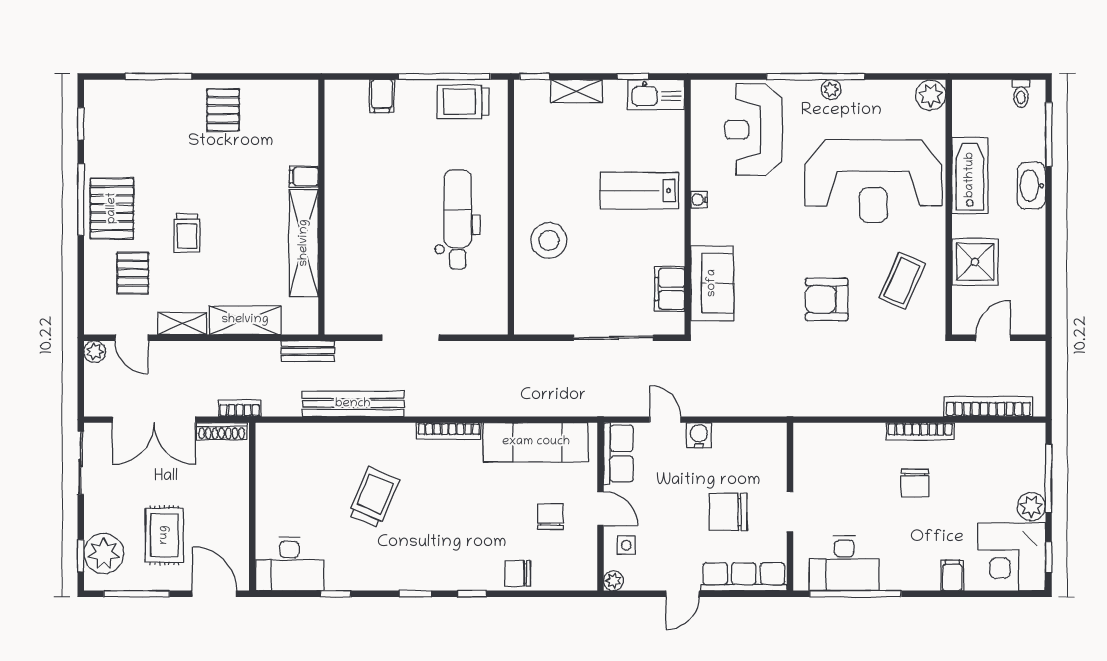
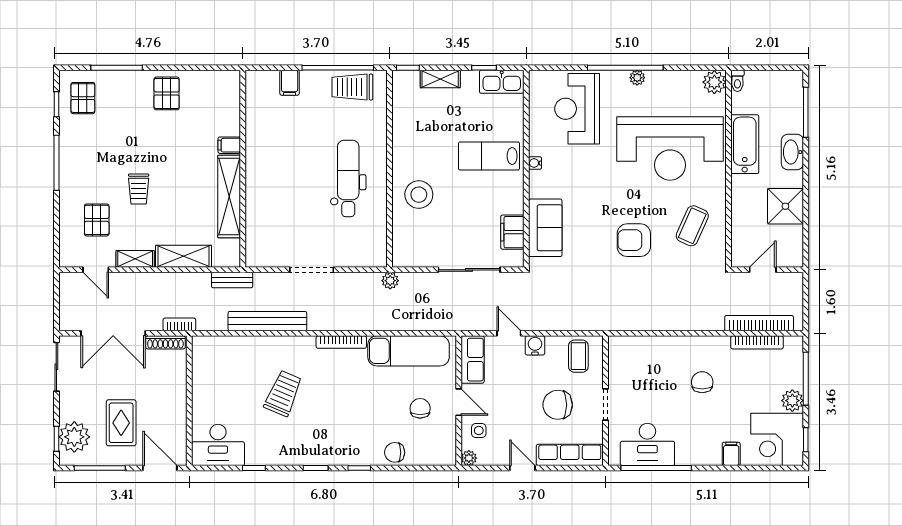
toilet: (1021, 94) -> (737, 81), moved
pallet: (112, 208) -> (83, 98), moved, width x0.67, depth x0.71
shower: (975, 262) -> (785, 206), moved
plant: (95, 352) -> (390, 281), moved
bookcase: (920, 431) -> (757, 342), moved
coffee table: (755, 449) -> (578, 356), added
chair: (915, 483) -> (702, 382), turned 180
door: (683, 594) -> (522, 468), swing flipped

